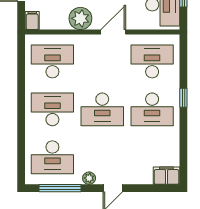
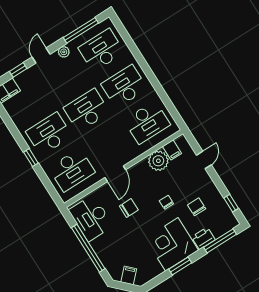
plant: (80, 18) -> (158, 161), moved
filing cabinet: (32, 21) -> (172, 150), moved
desk: (52, 109) -> (124, 86), turned 180
window: (143, 188) -> (18, 70), added

